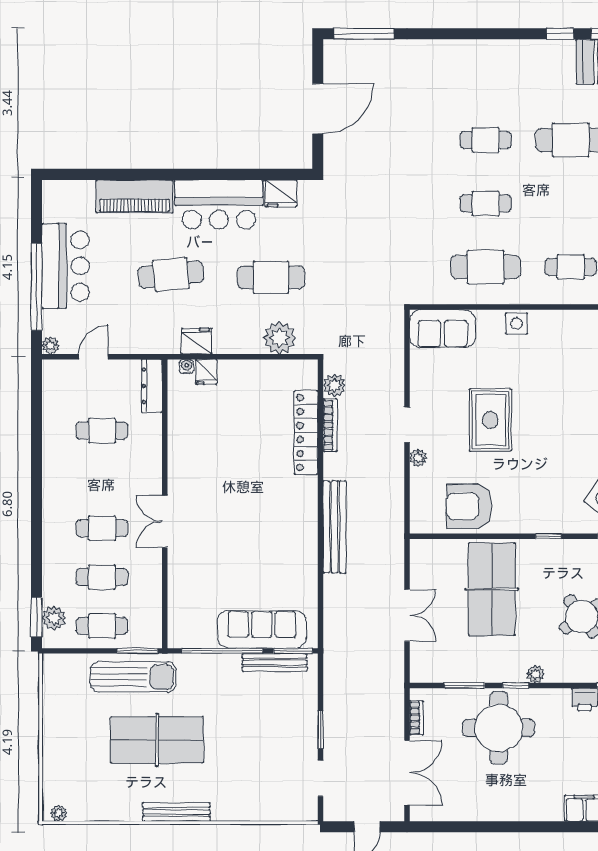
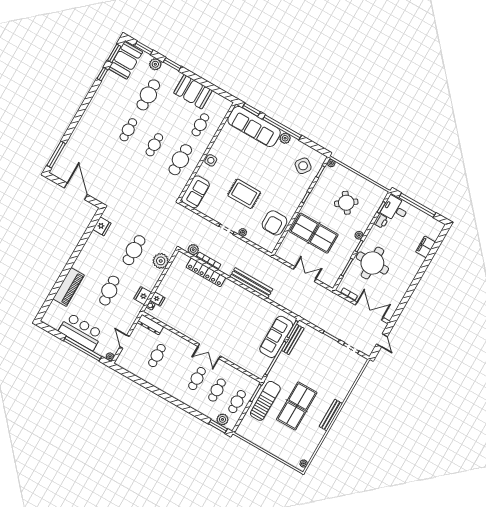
bar counter: (219, 204) -> (92, 254), removed

